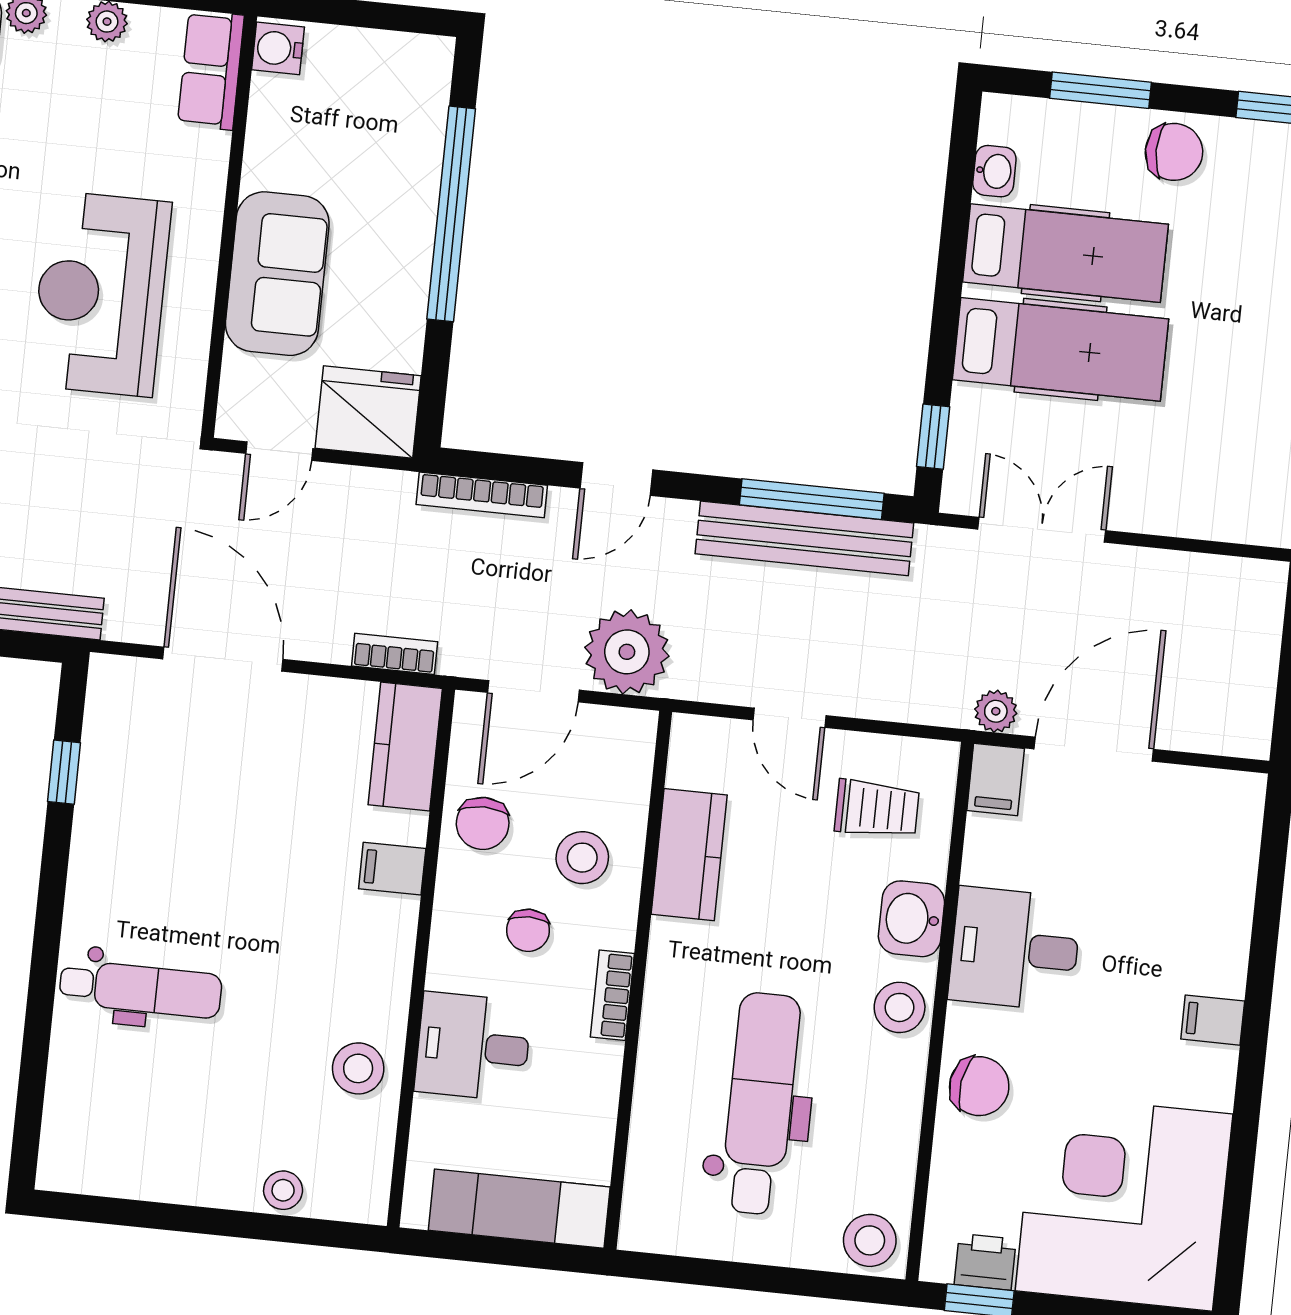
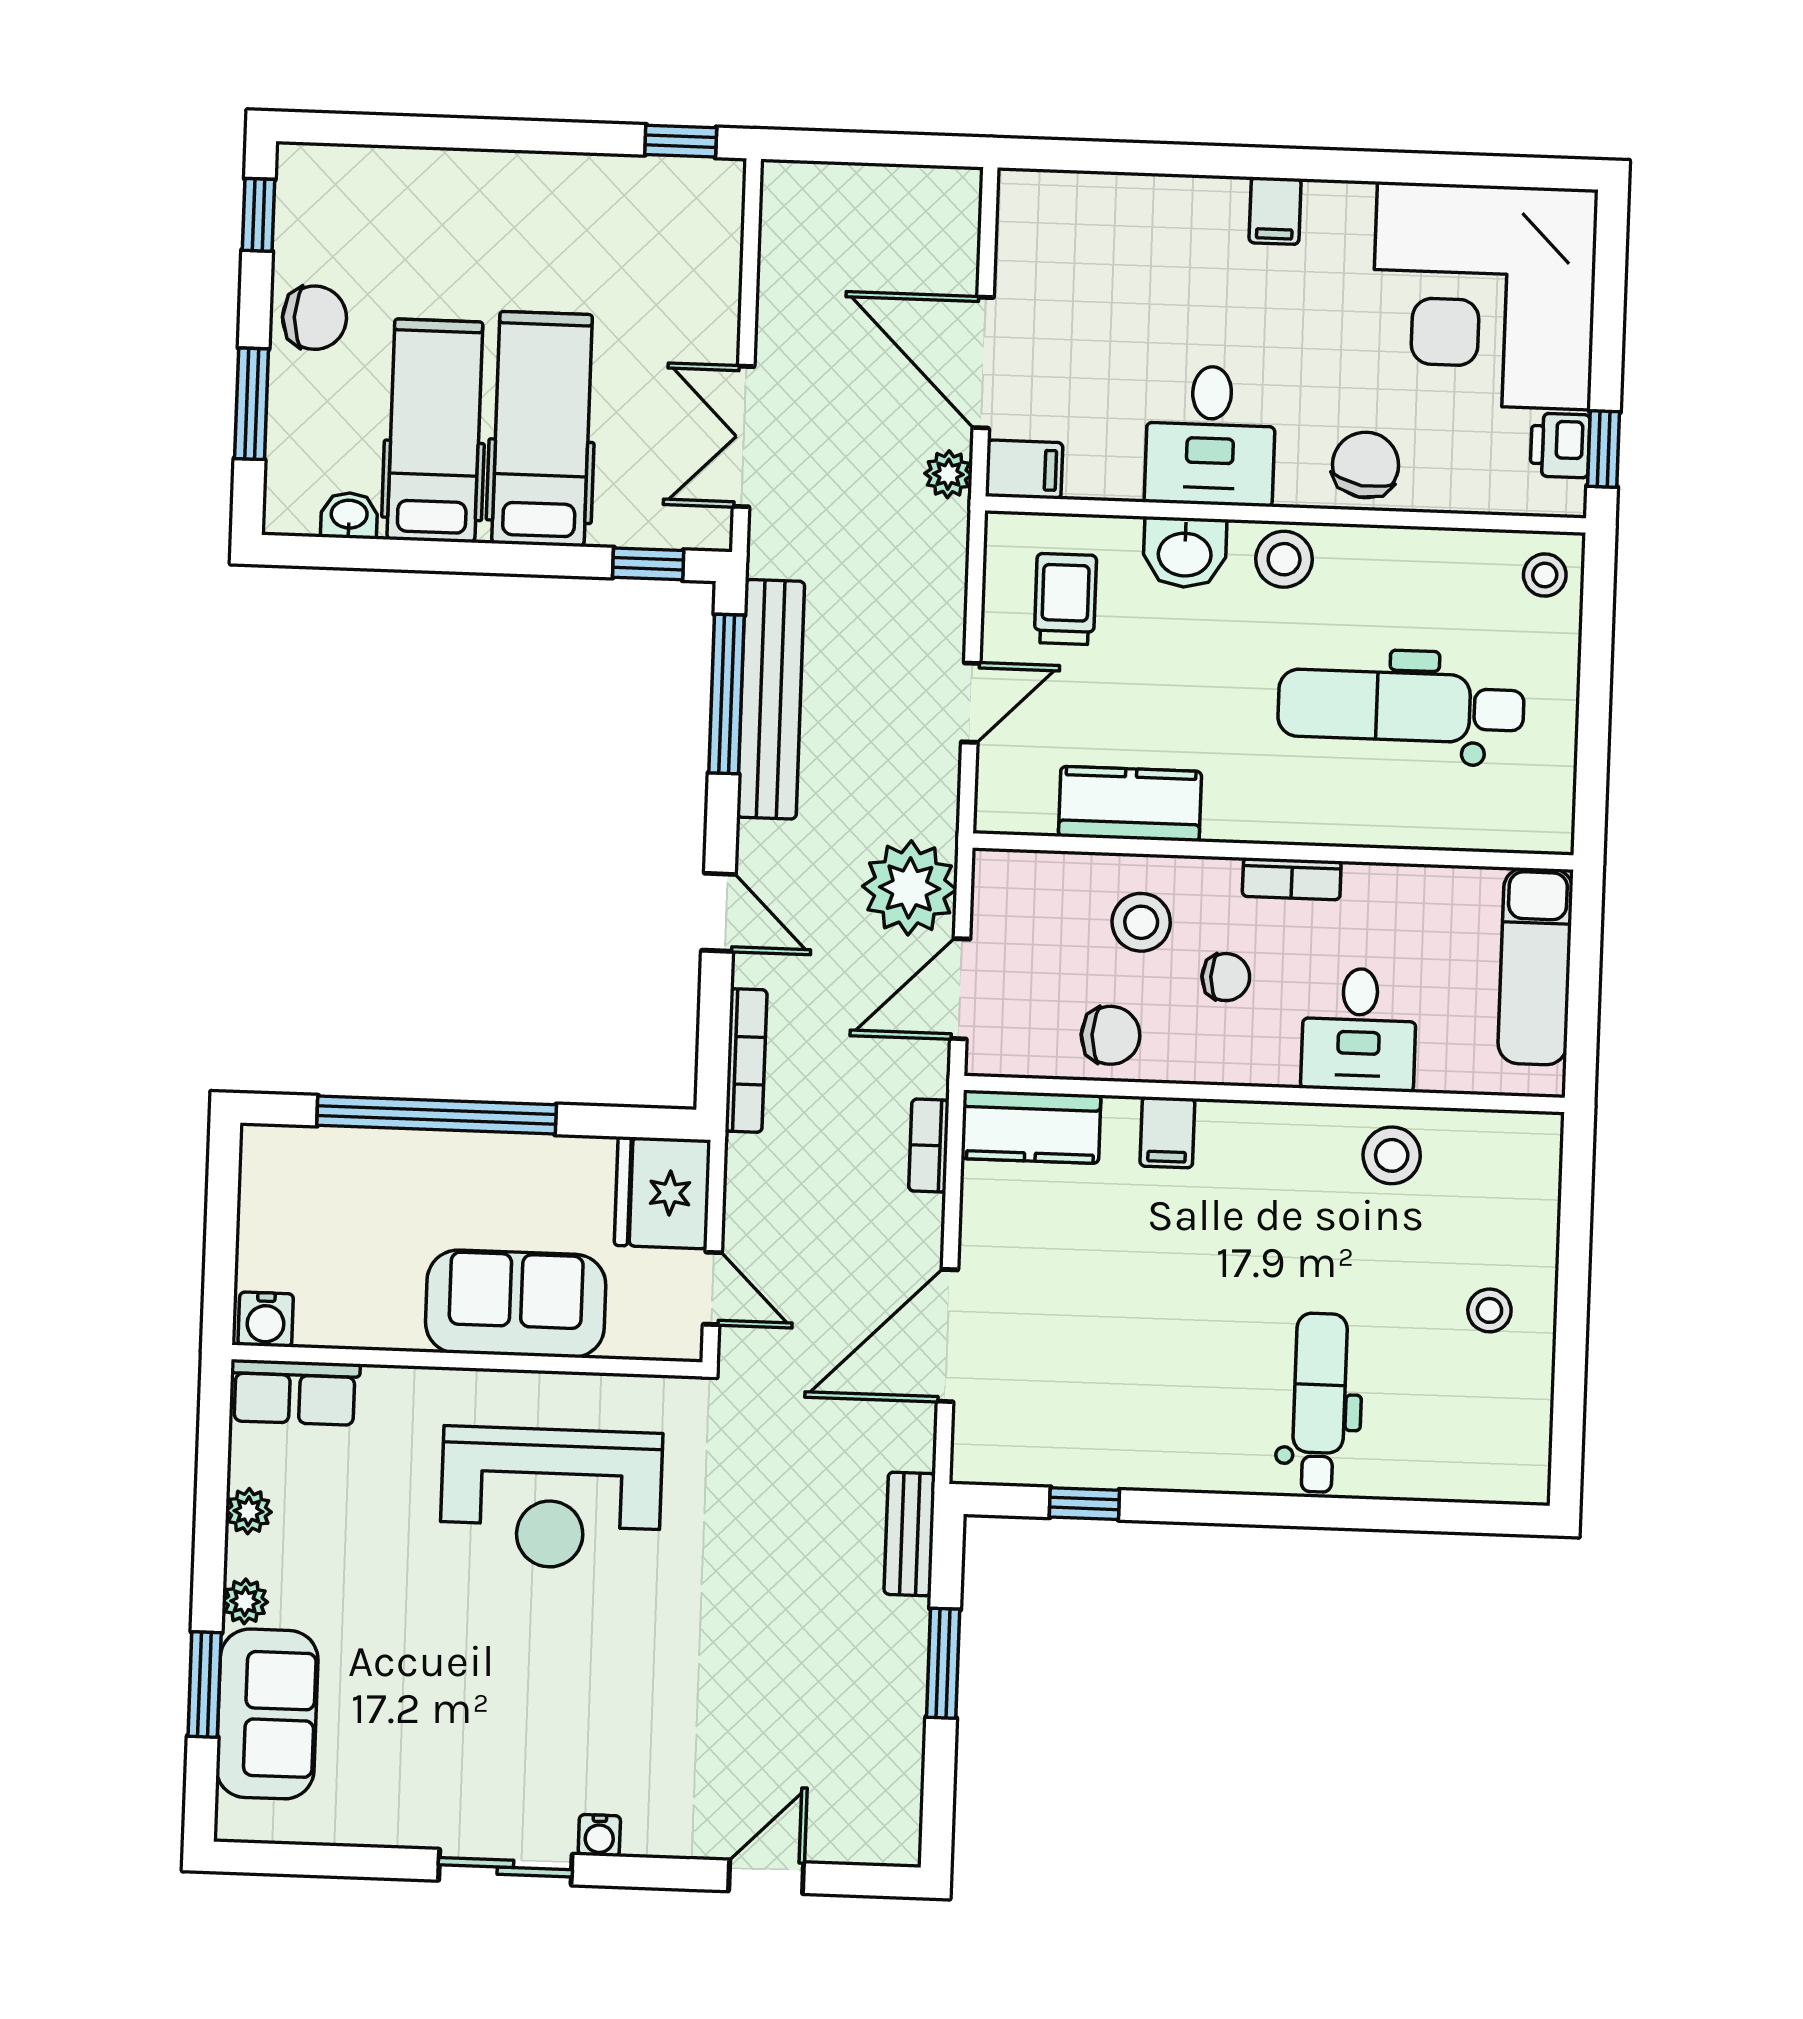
chair: (1174, 152) -> (315, 318), turned 90
door: (533, 691) -> (960, 989), swing flipped
stool: (283, 1190) -> (1489, 1310), moved
stool: (870, 1240) -> (1545, 575), width x0.73, depth x0.73

